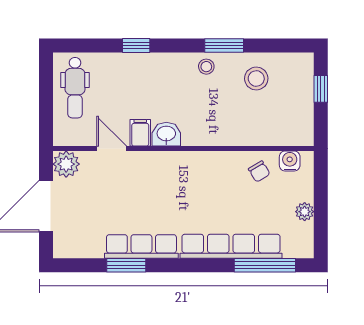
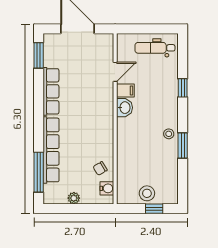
stool: (256, 79) -> (147, 193), moved
plant: (66, 164) -> (105, 42), removed
window: (126, 265) -> (39, 55), moved

